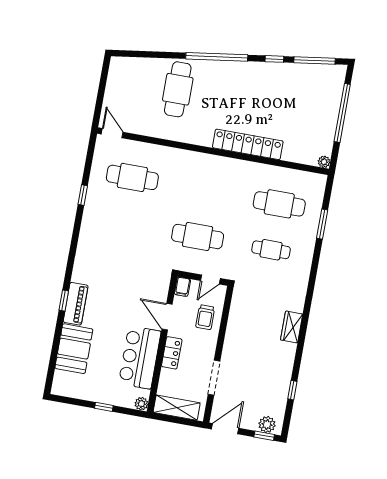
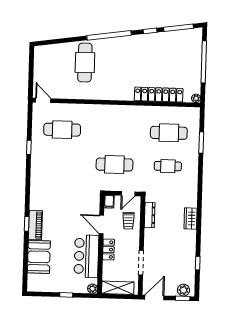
locker: (248, 144) -> (159, 95), moved
dresser: (236, 314) -> (150, 215), added

